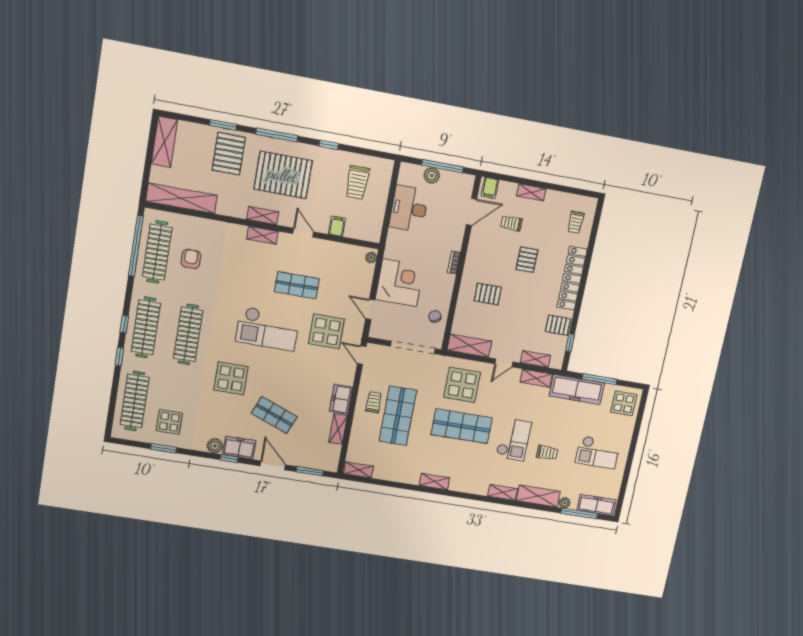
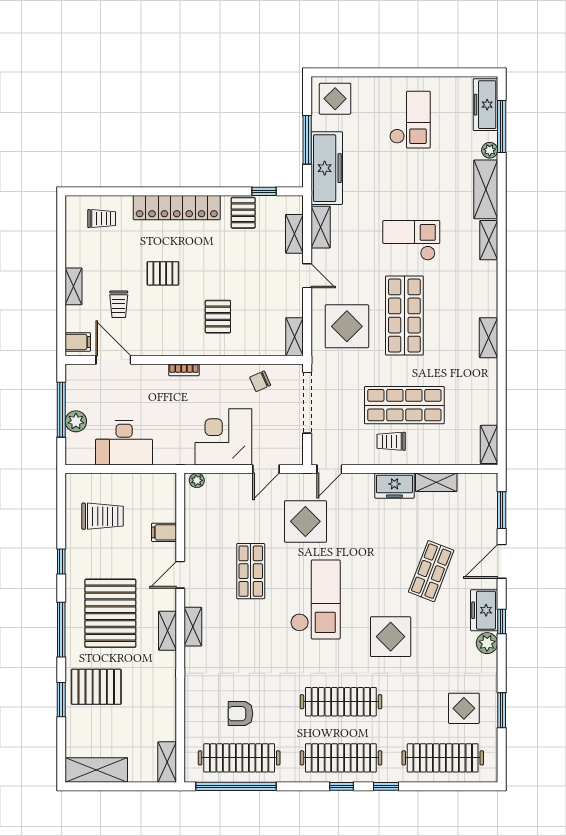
shelving: (182, 198) -> (167, 762), width x0.45, depth x0.75
shelving: (469, 346) -> (295, 337), width x0.67, depth x0.75
trolley: (547, 453) -> (422, 190), removed

